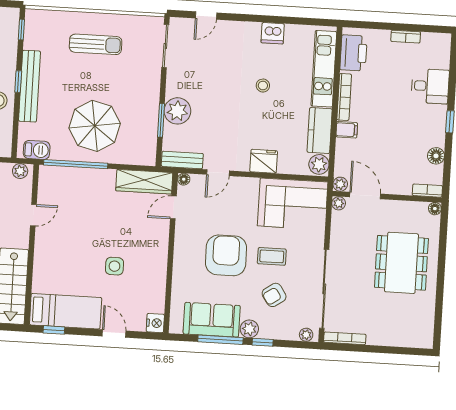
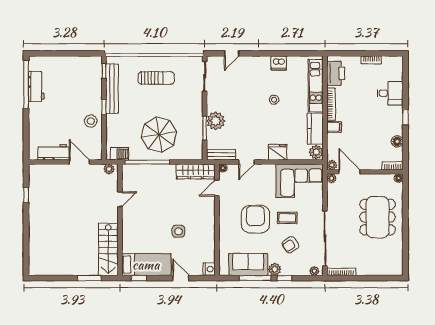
bench: (30, 86) -> (112, 89), moved

